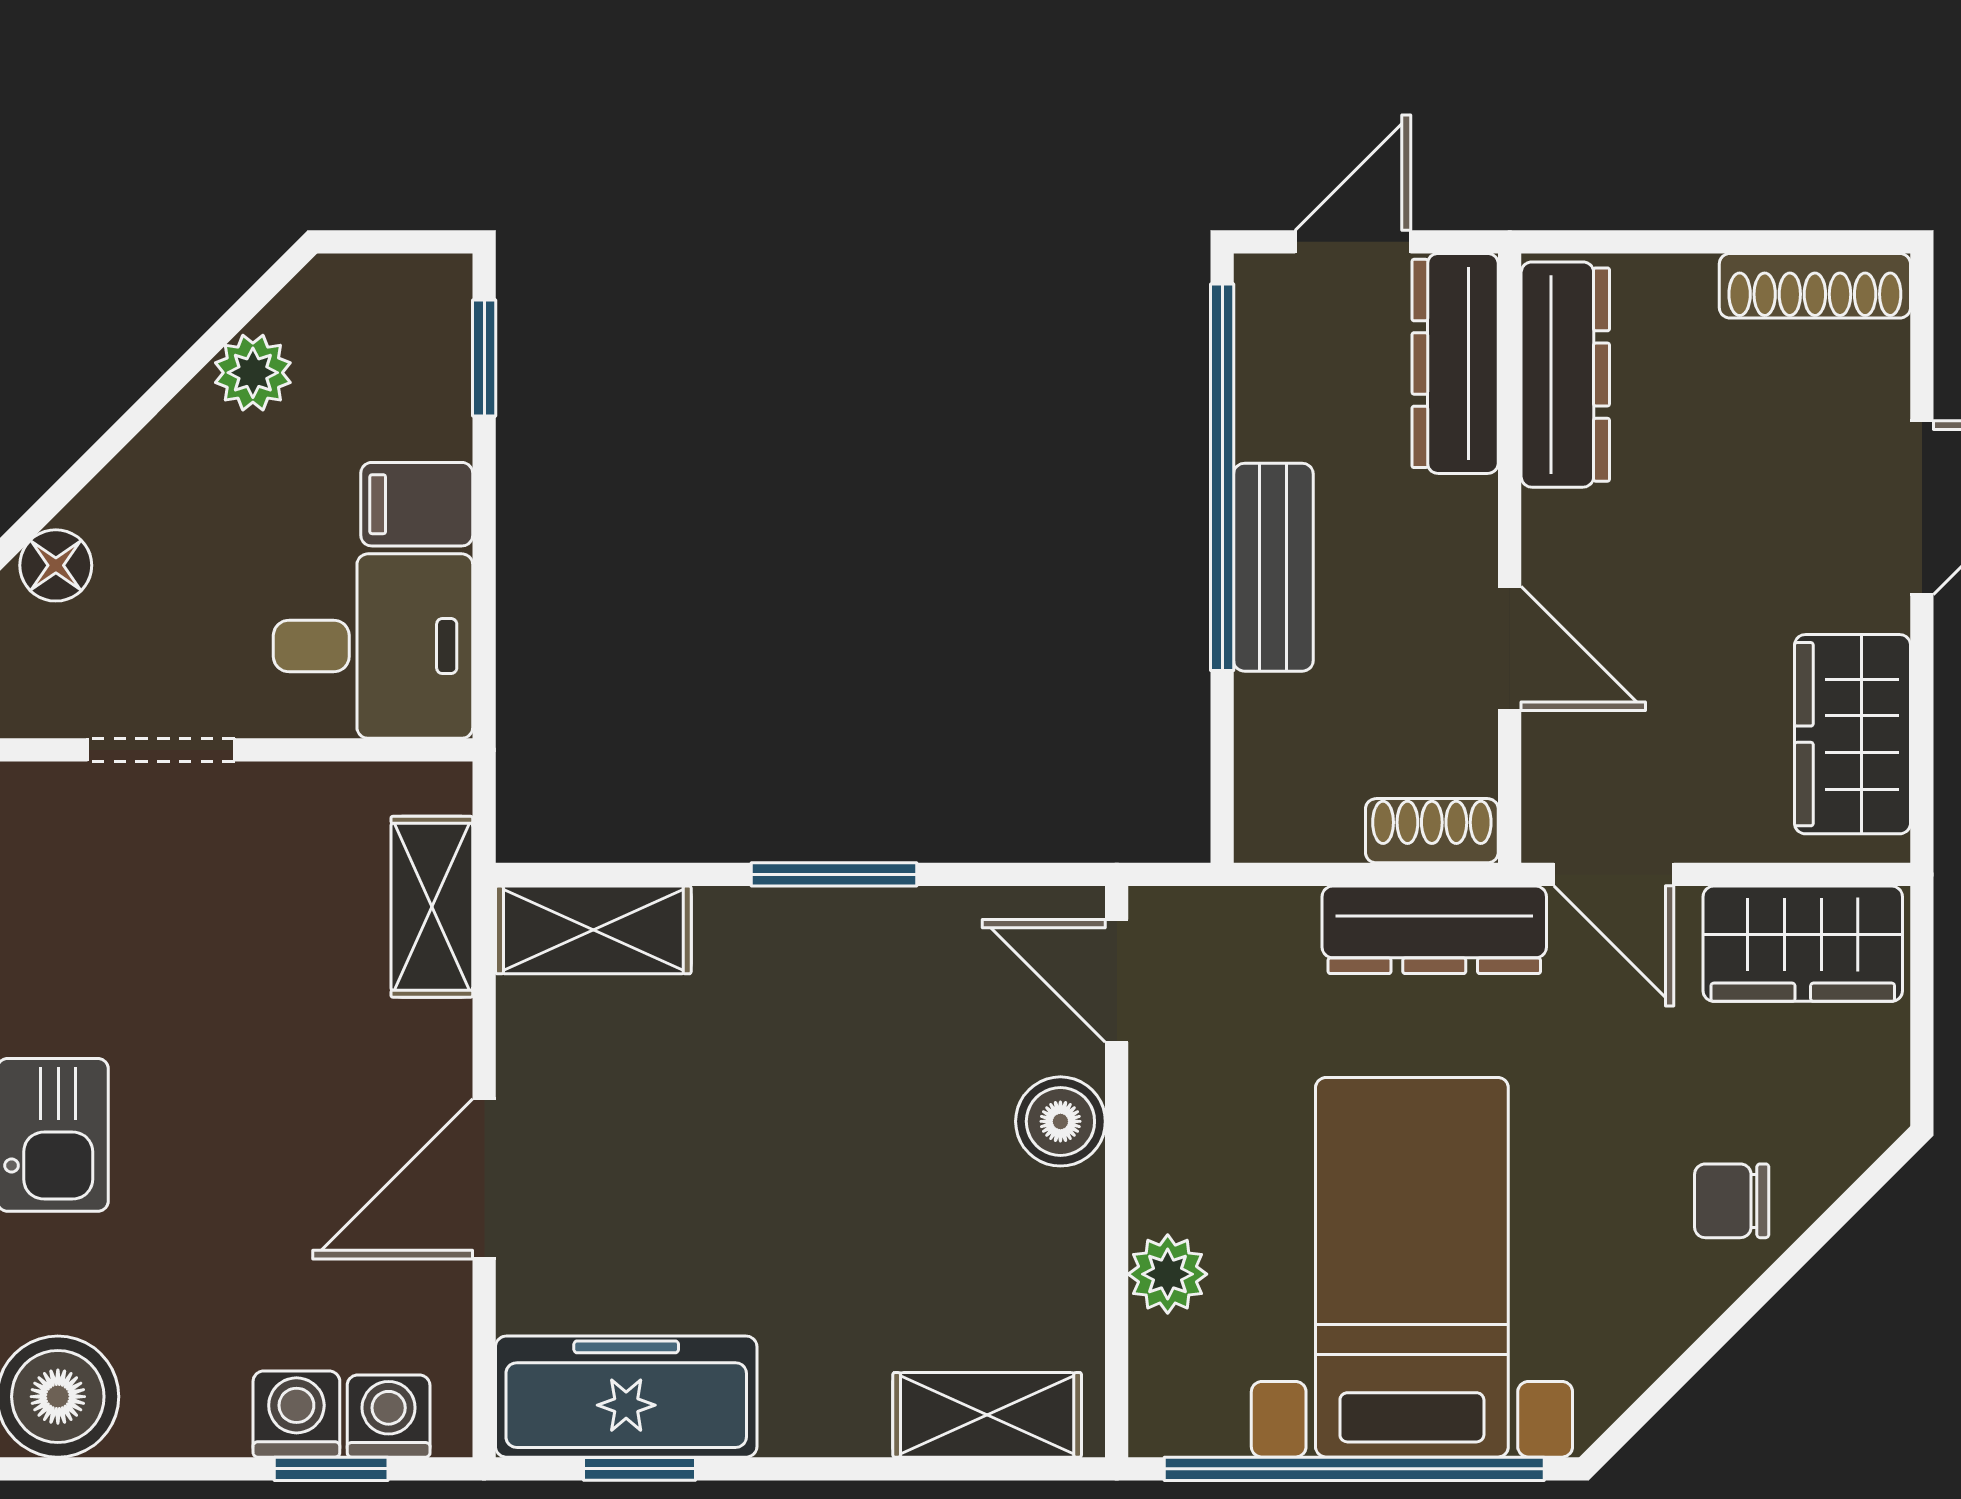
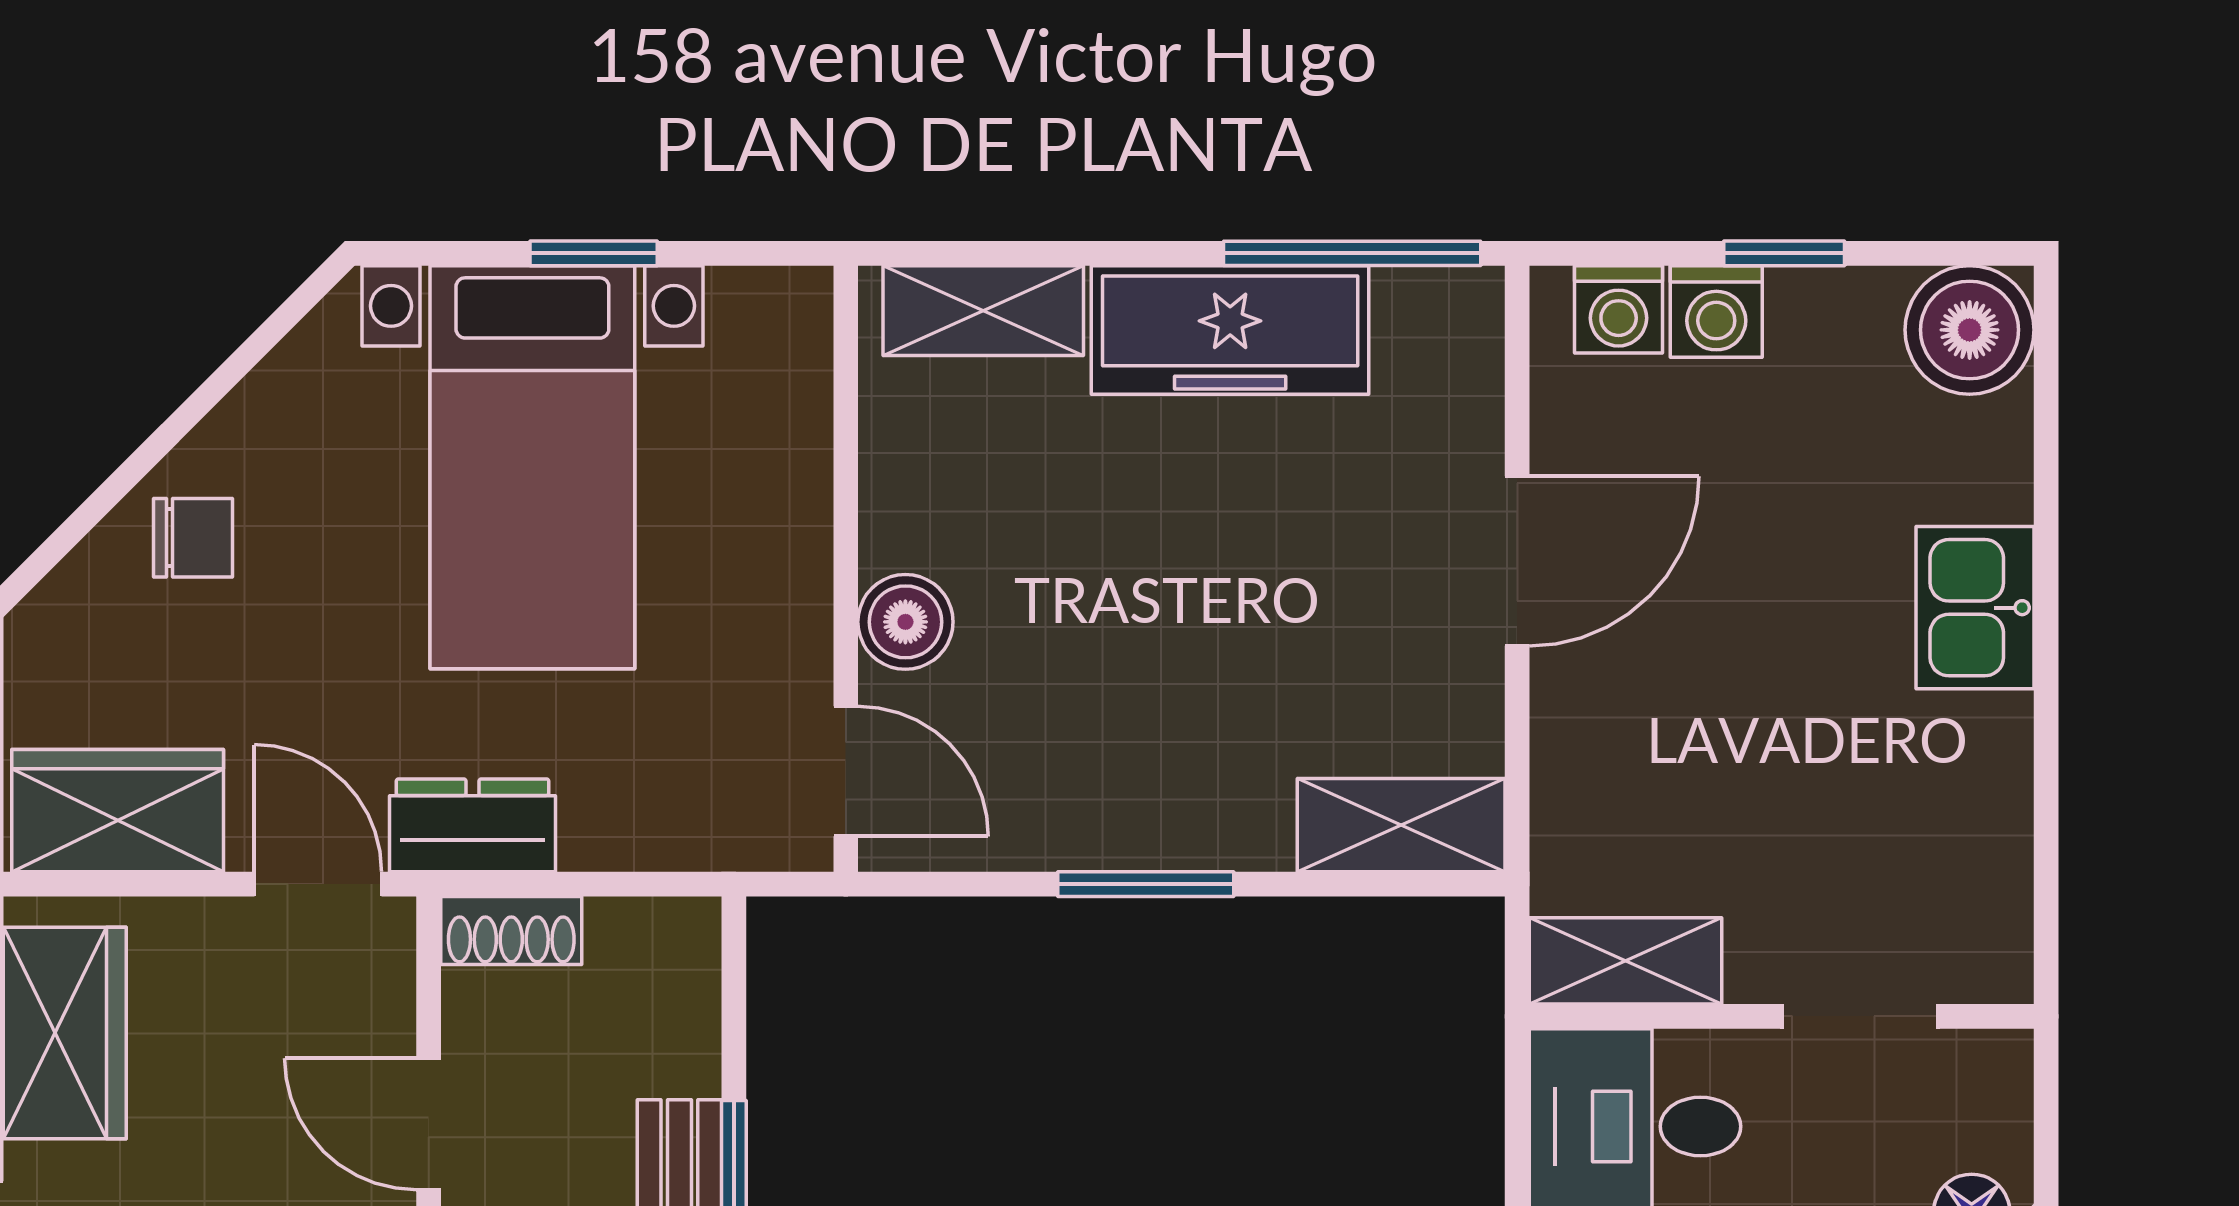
shelving: (432, 907) -> (1625, 961), moved, turned 90
dresser: (1434, 930) -> (472, 825), width x0.70
plant: (1168, 1274) -> (792, 460), removed
freezer: (626, 1397) -> (1230, 330), moved
window: (331, 1469) -> (1784, 253), moved
window: (640, 1469) -> (1352, 253), width x2.17
window: (1354, 1469) -> (594, 253), width x0.32

